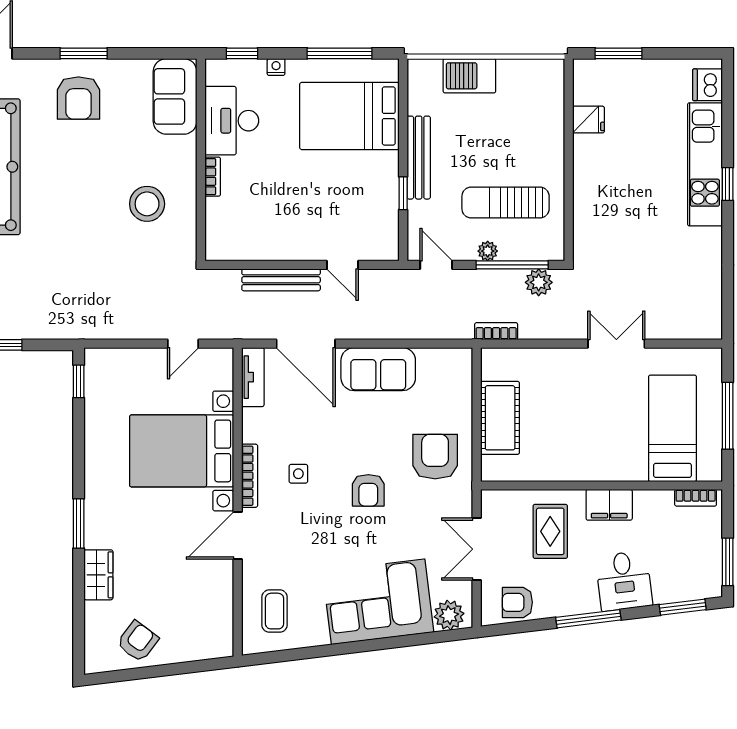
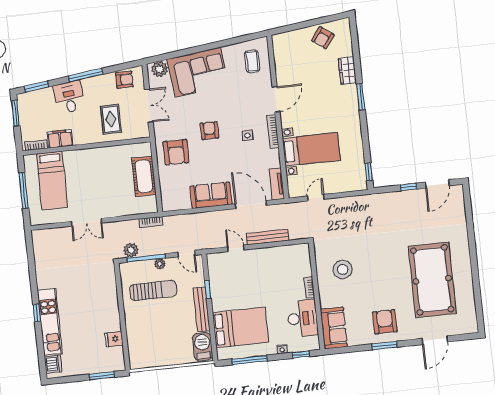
barbecue: (469, 76) -> (203, 347), moved, turned -90
bed with nightstands: (182, 451) -> (311, 149), width x0.73
filing cabinet: (609, 505) -> (60, 139), moved

